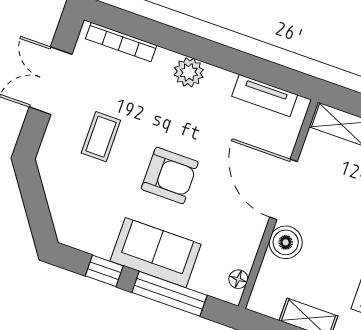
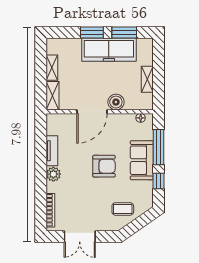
tv unit: (265, 96) -> (52, 151), moved
coffee table: (101, 137) -> (123, 209), moved
armchair: (170, 175) -> (104, 166), turned 90

